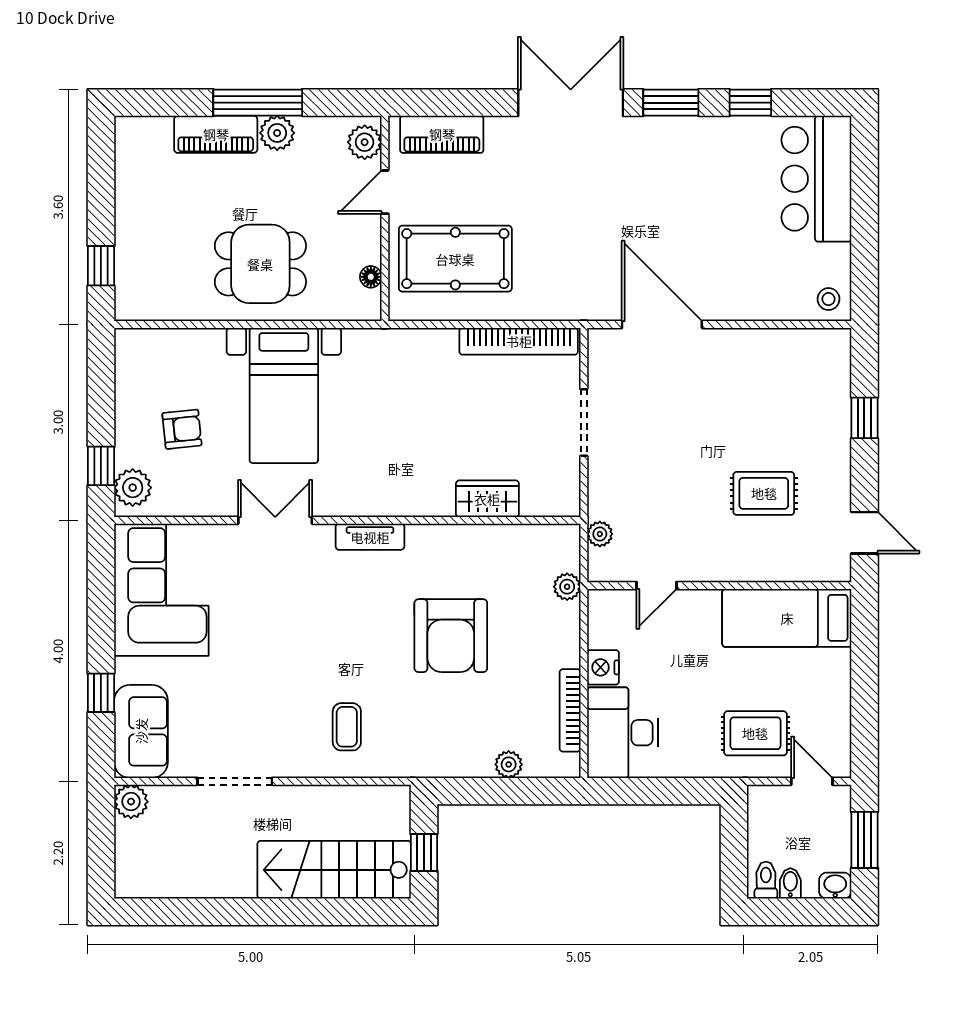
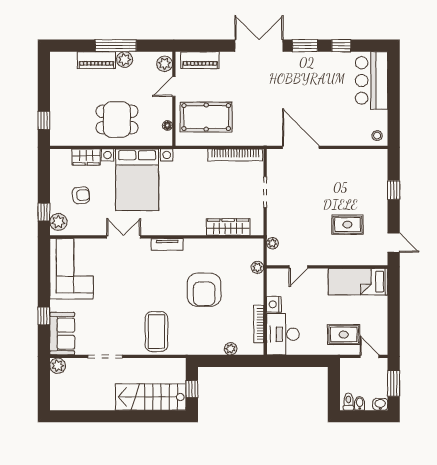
wardrobe: (193, 346) -> (86, 157), added
bed with nightstands: (284, 395) -> (137, 180), width x1.36
wardrobe: (487, 499) -> (228, 227), width x1.50
coffee table: (347, 727) -> (156, 332), width x1.86, depth x1.72

